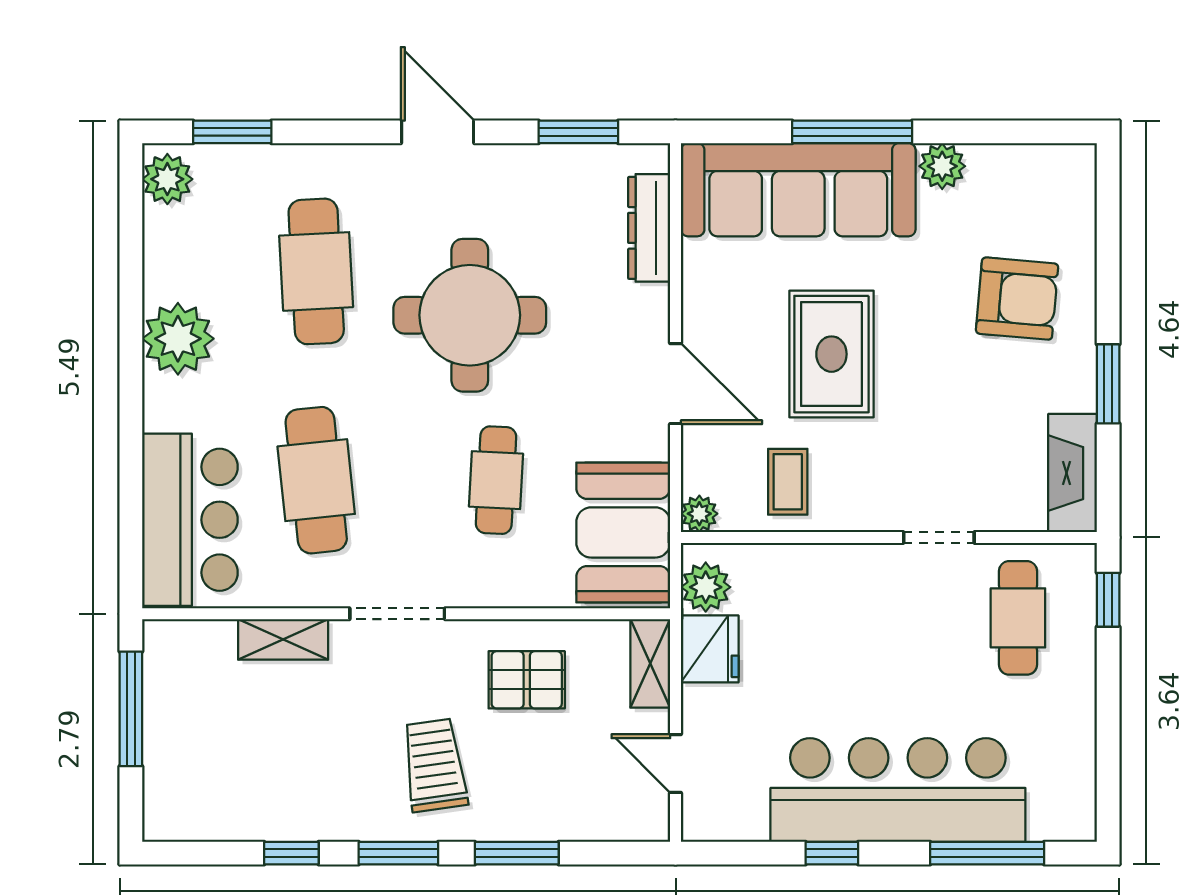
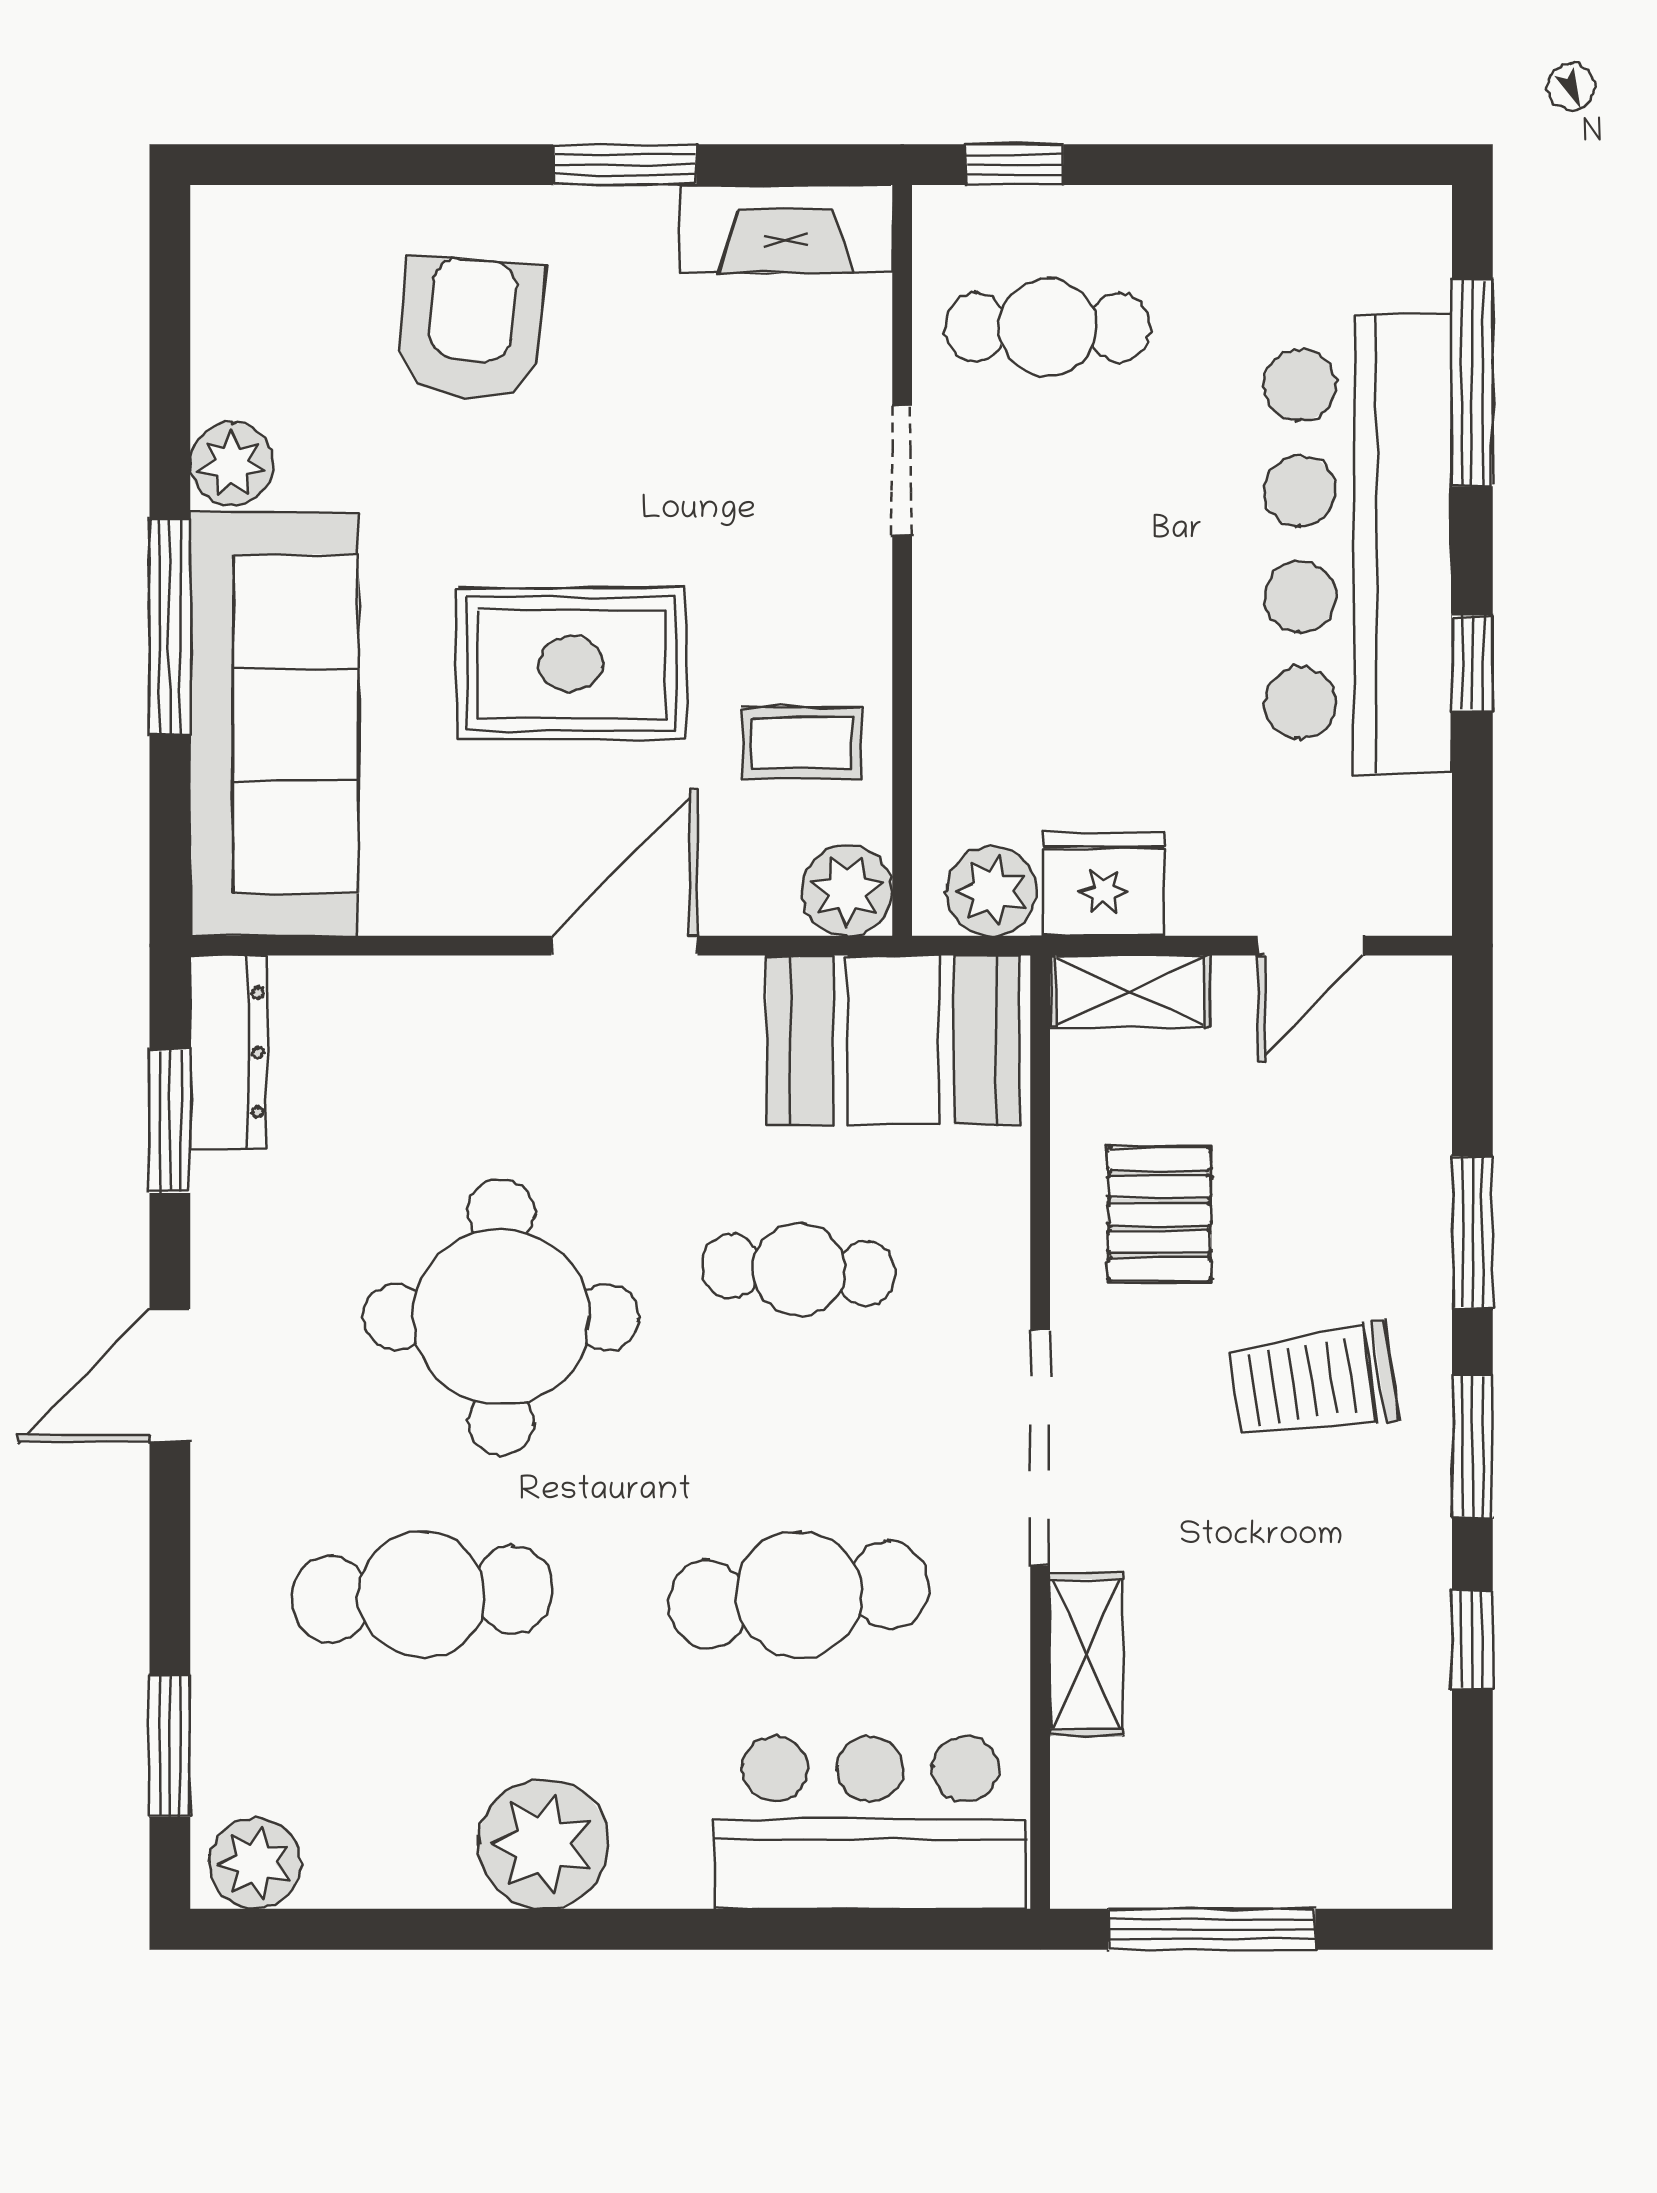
dresser: (649, 228) -> (228, 1052), moved, turned -90
plant: (699, 514) -> (847, 890), width x1.38, depth x1.38
doorway: (397, 614) -> (1040, 1448), width x1.36

